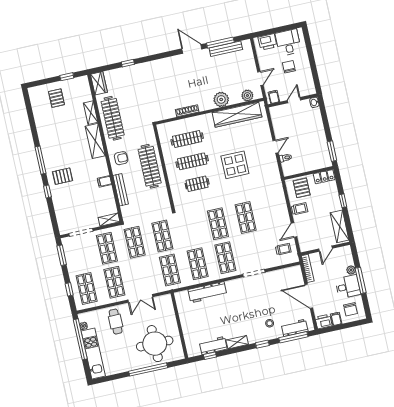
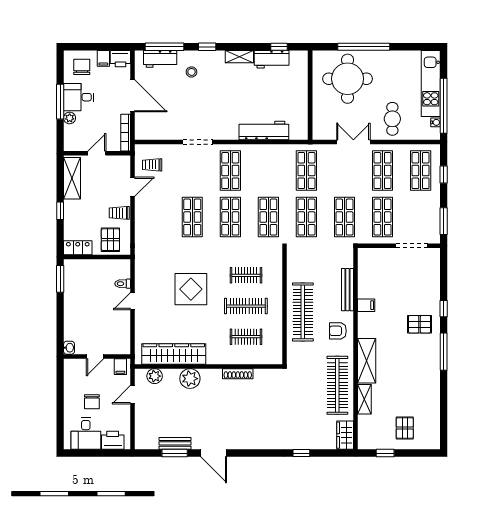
window: (220, 43) -> (175, 453), width x0.69
bench: (226, 49) -> (175, 443), width x0.73
clothes rail: (187, 139) -> (246, 337), width x0.73
shelving: (109, 220) -> (371, 254), removed
shop shelf: (198, 264) -> (268, 217), moved

